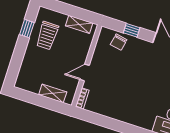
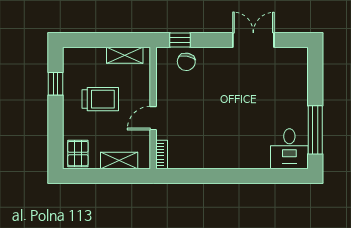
window: (132, 30) -> (180, 40), moved
trolley: (47, 36) -> (100, 99), moved, turned -90
pallet: (27, 80) -> (78, 154), added

